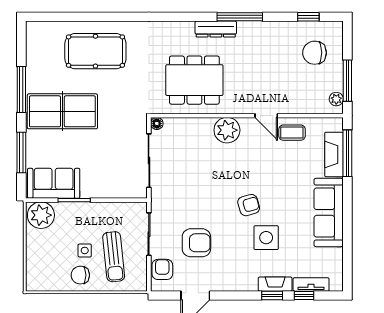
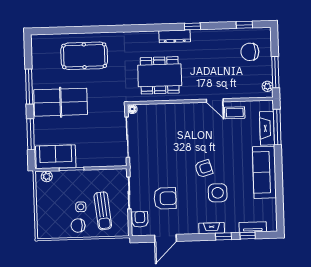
window: (240, 17) -> (192, 26), width x0.46
plant: (227, 130) -> (186, 112), removed
plant: (41, 215) -> (47, 176), width x0.53, depth x0.53
fireplace: (275, 284) -> (212, 228), moved

